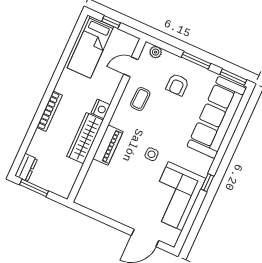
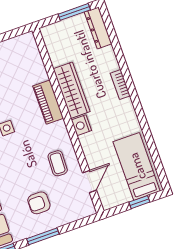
plant: (156, 52) -> (81, 212), removed
armchair: (177, 85) -> (39, 203), turned -90
bookcase: (50, 111) -> (120, 85), width x0.64
dresser: (26, 167) -> (98, 28), width x1.44

